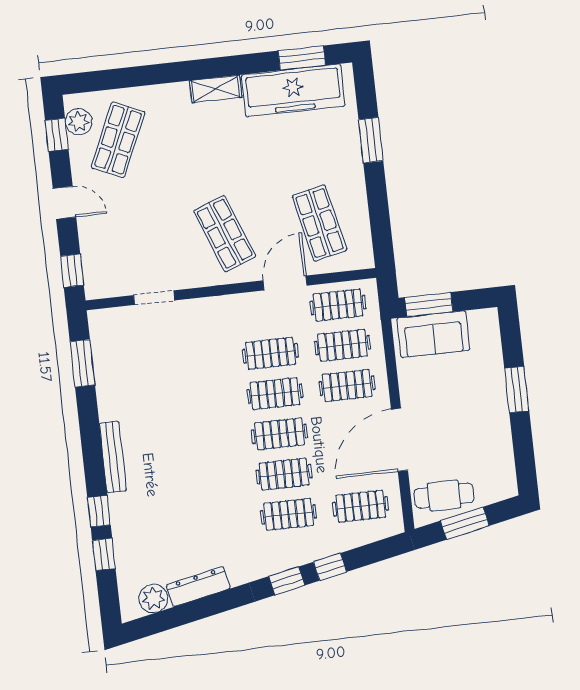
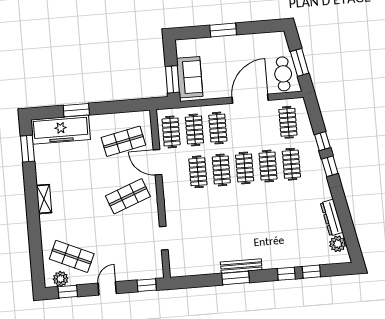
freezer: (293, 90) -> (61, 130), moved, turned 90
window: (82, 363) -> (236, 278), moved
door: (399, 440) -> (250, 99), swing flipped
bench: (113, 457) -> (241, 266), moved

